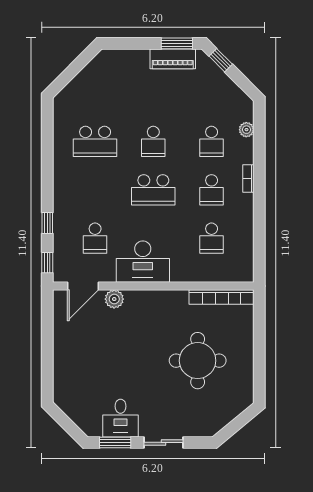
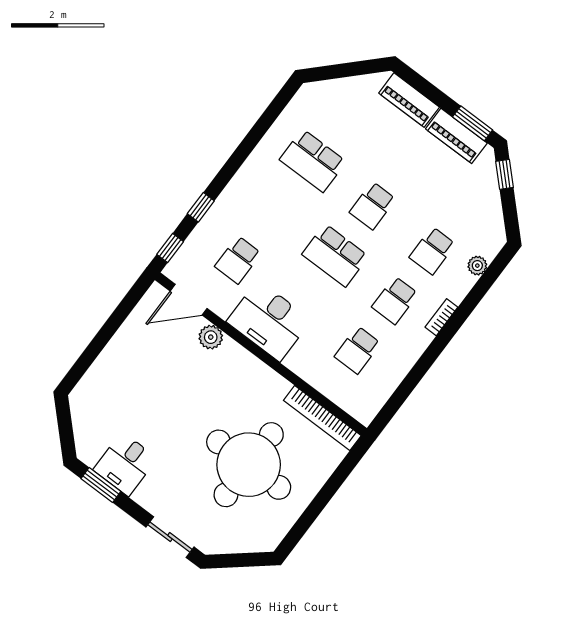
piano: (127, 59) -> (409, 100), added
round table: (198, 361) -> (249, 465), width x1.36, depth x1.36
sliding door: (164, 442) -> (170, 537), moved

